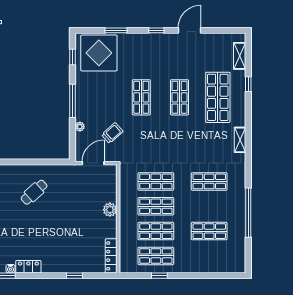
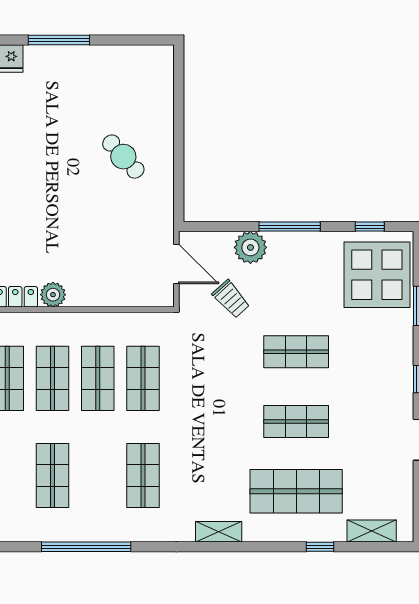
plant: (80, 127) -> (250, 247), width x1.88, depth x1.88
plant: (110, 210) -> (53, 295), moved

